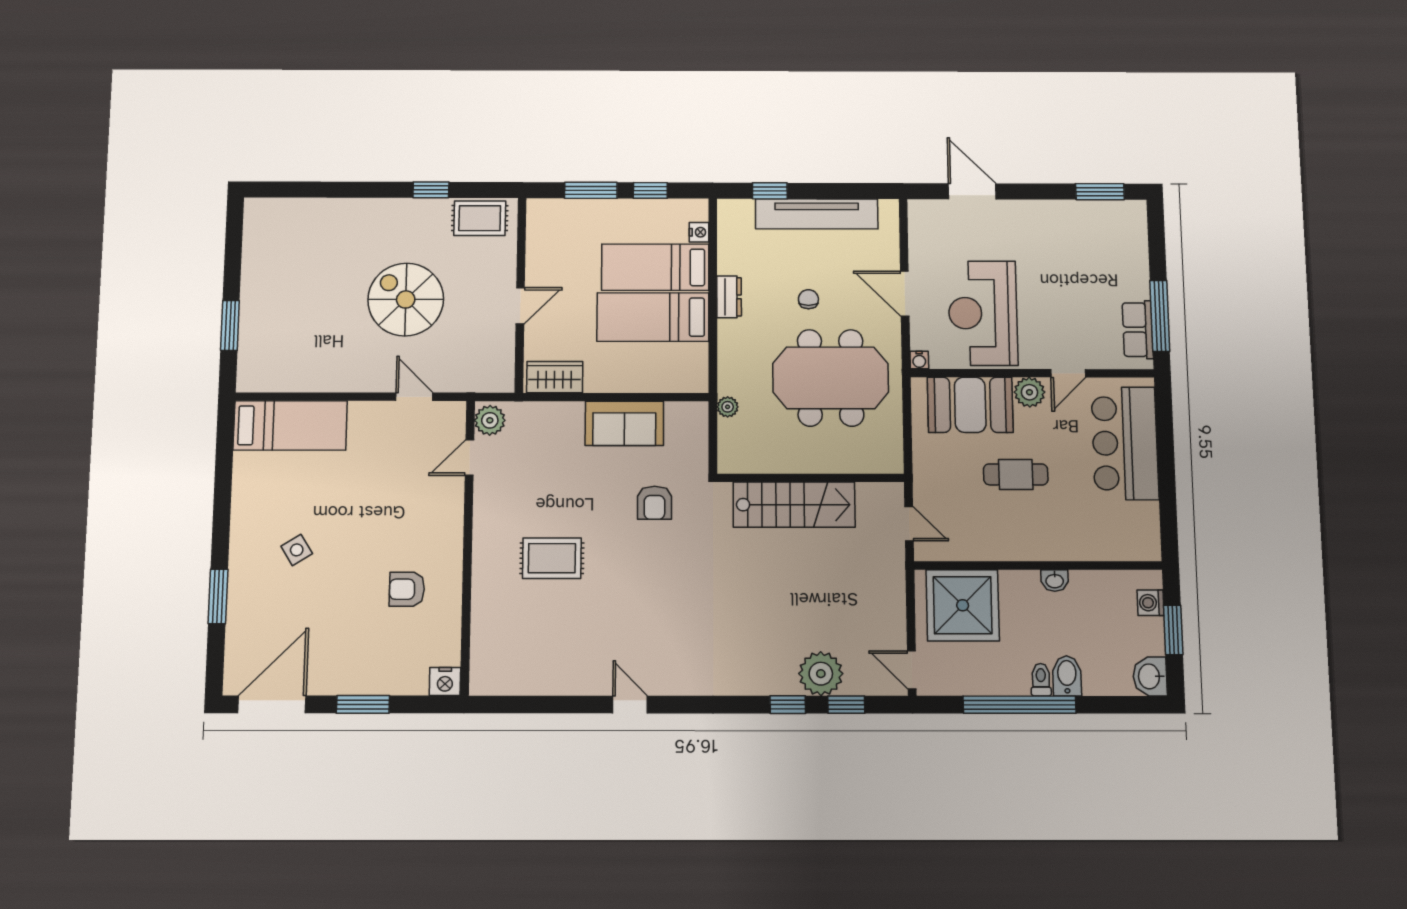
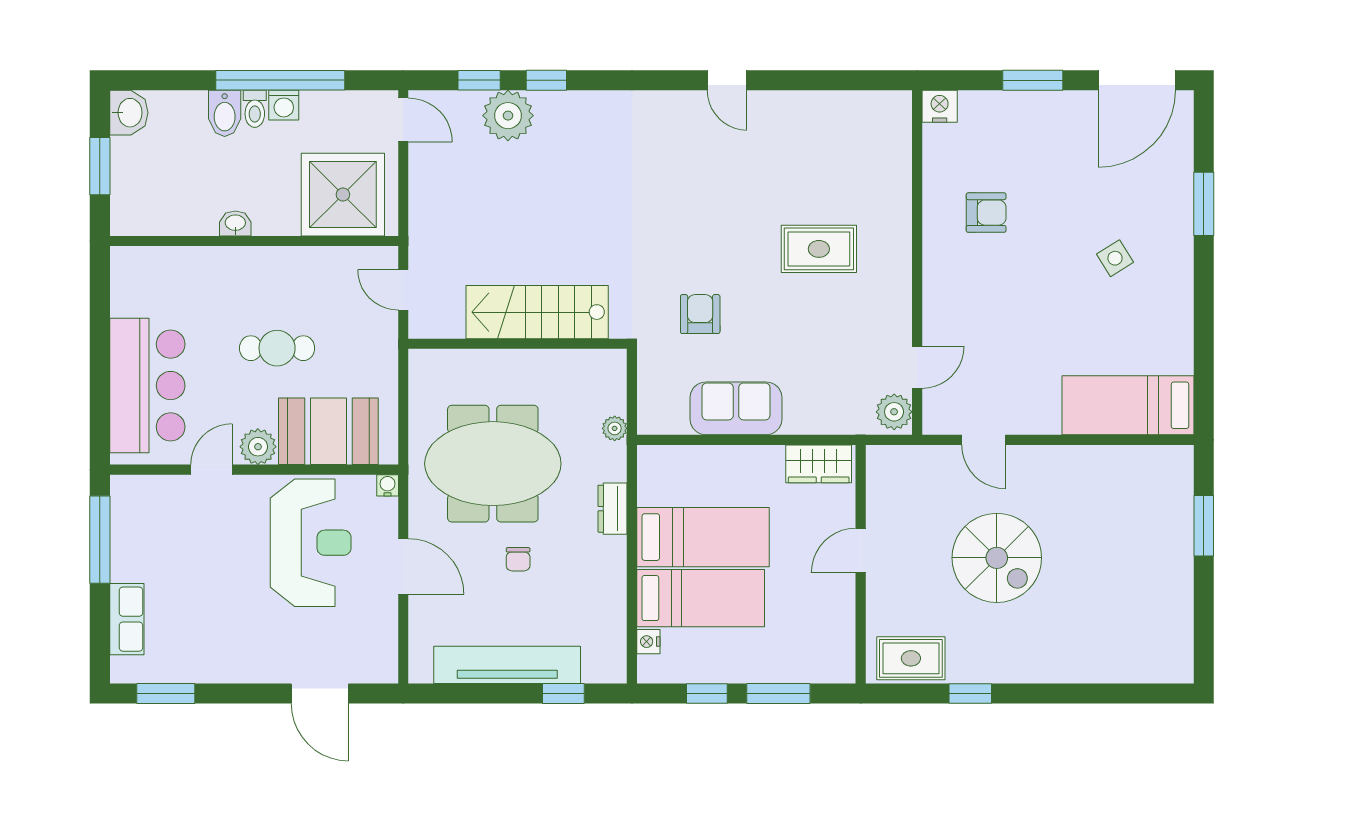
dresser: (729, 297) -> (613, 509), moved
row of seats: (1138, 330) -> (127, 619), moved
washing machine: (1151, 603) -> (284, 105), moved, turned 90

